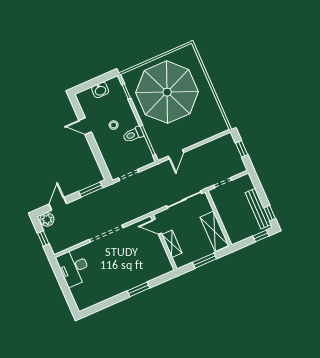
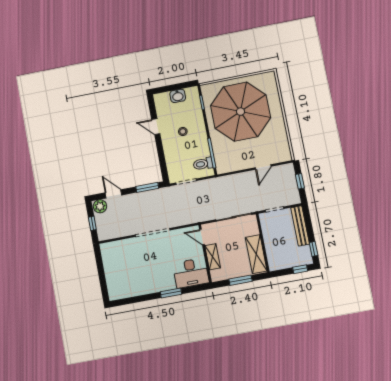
toilet: (133, 134) -> (203, 164), moved
door: (176, 154) -> (263, 167), moved
door: (58, 204) -> (113, 194), hinge flipped
bench: (258, 209) -> (300, 226), moved
desk: (74, 268) -> (191, 273), moved, turned -90

